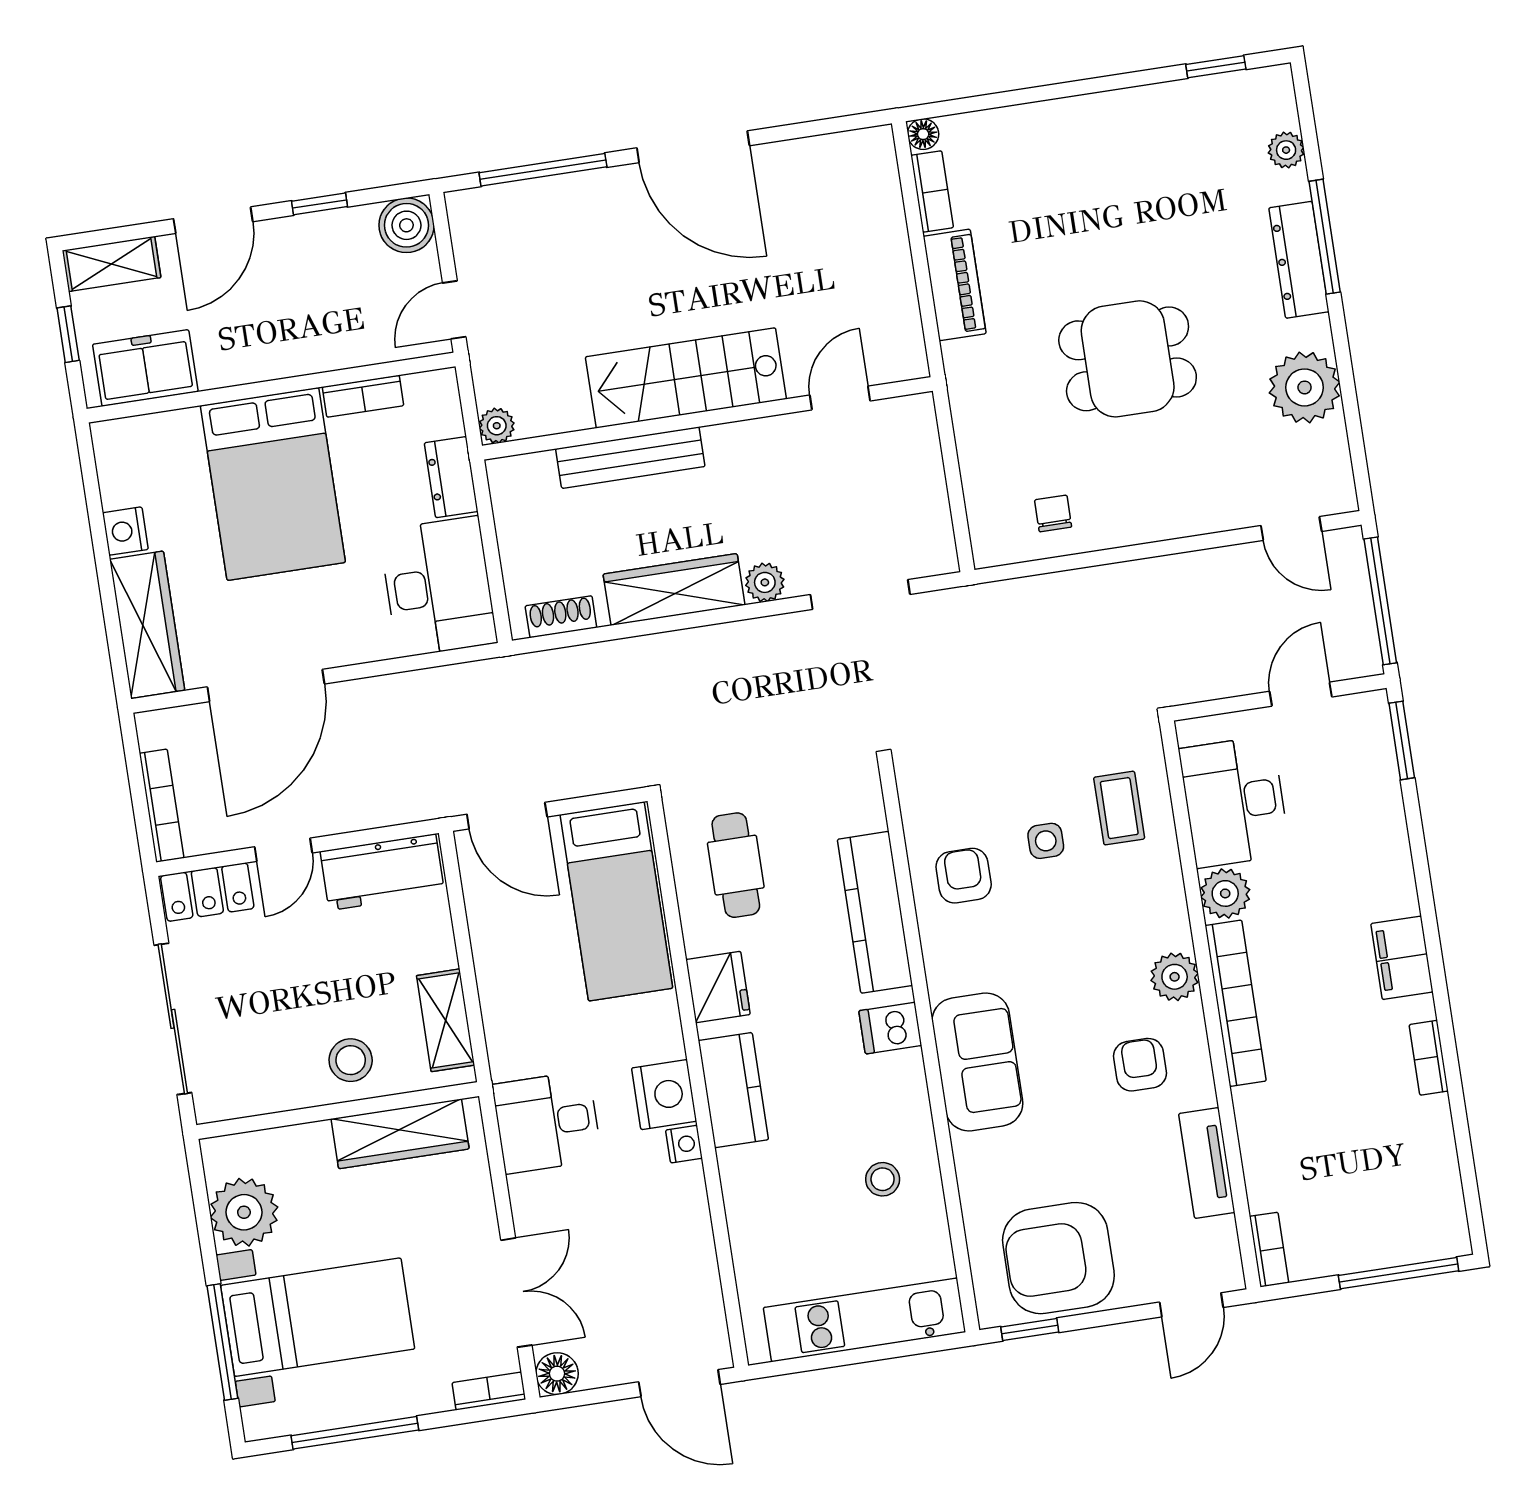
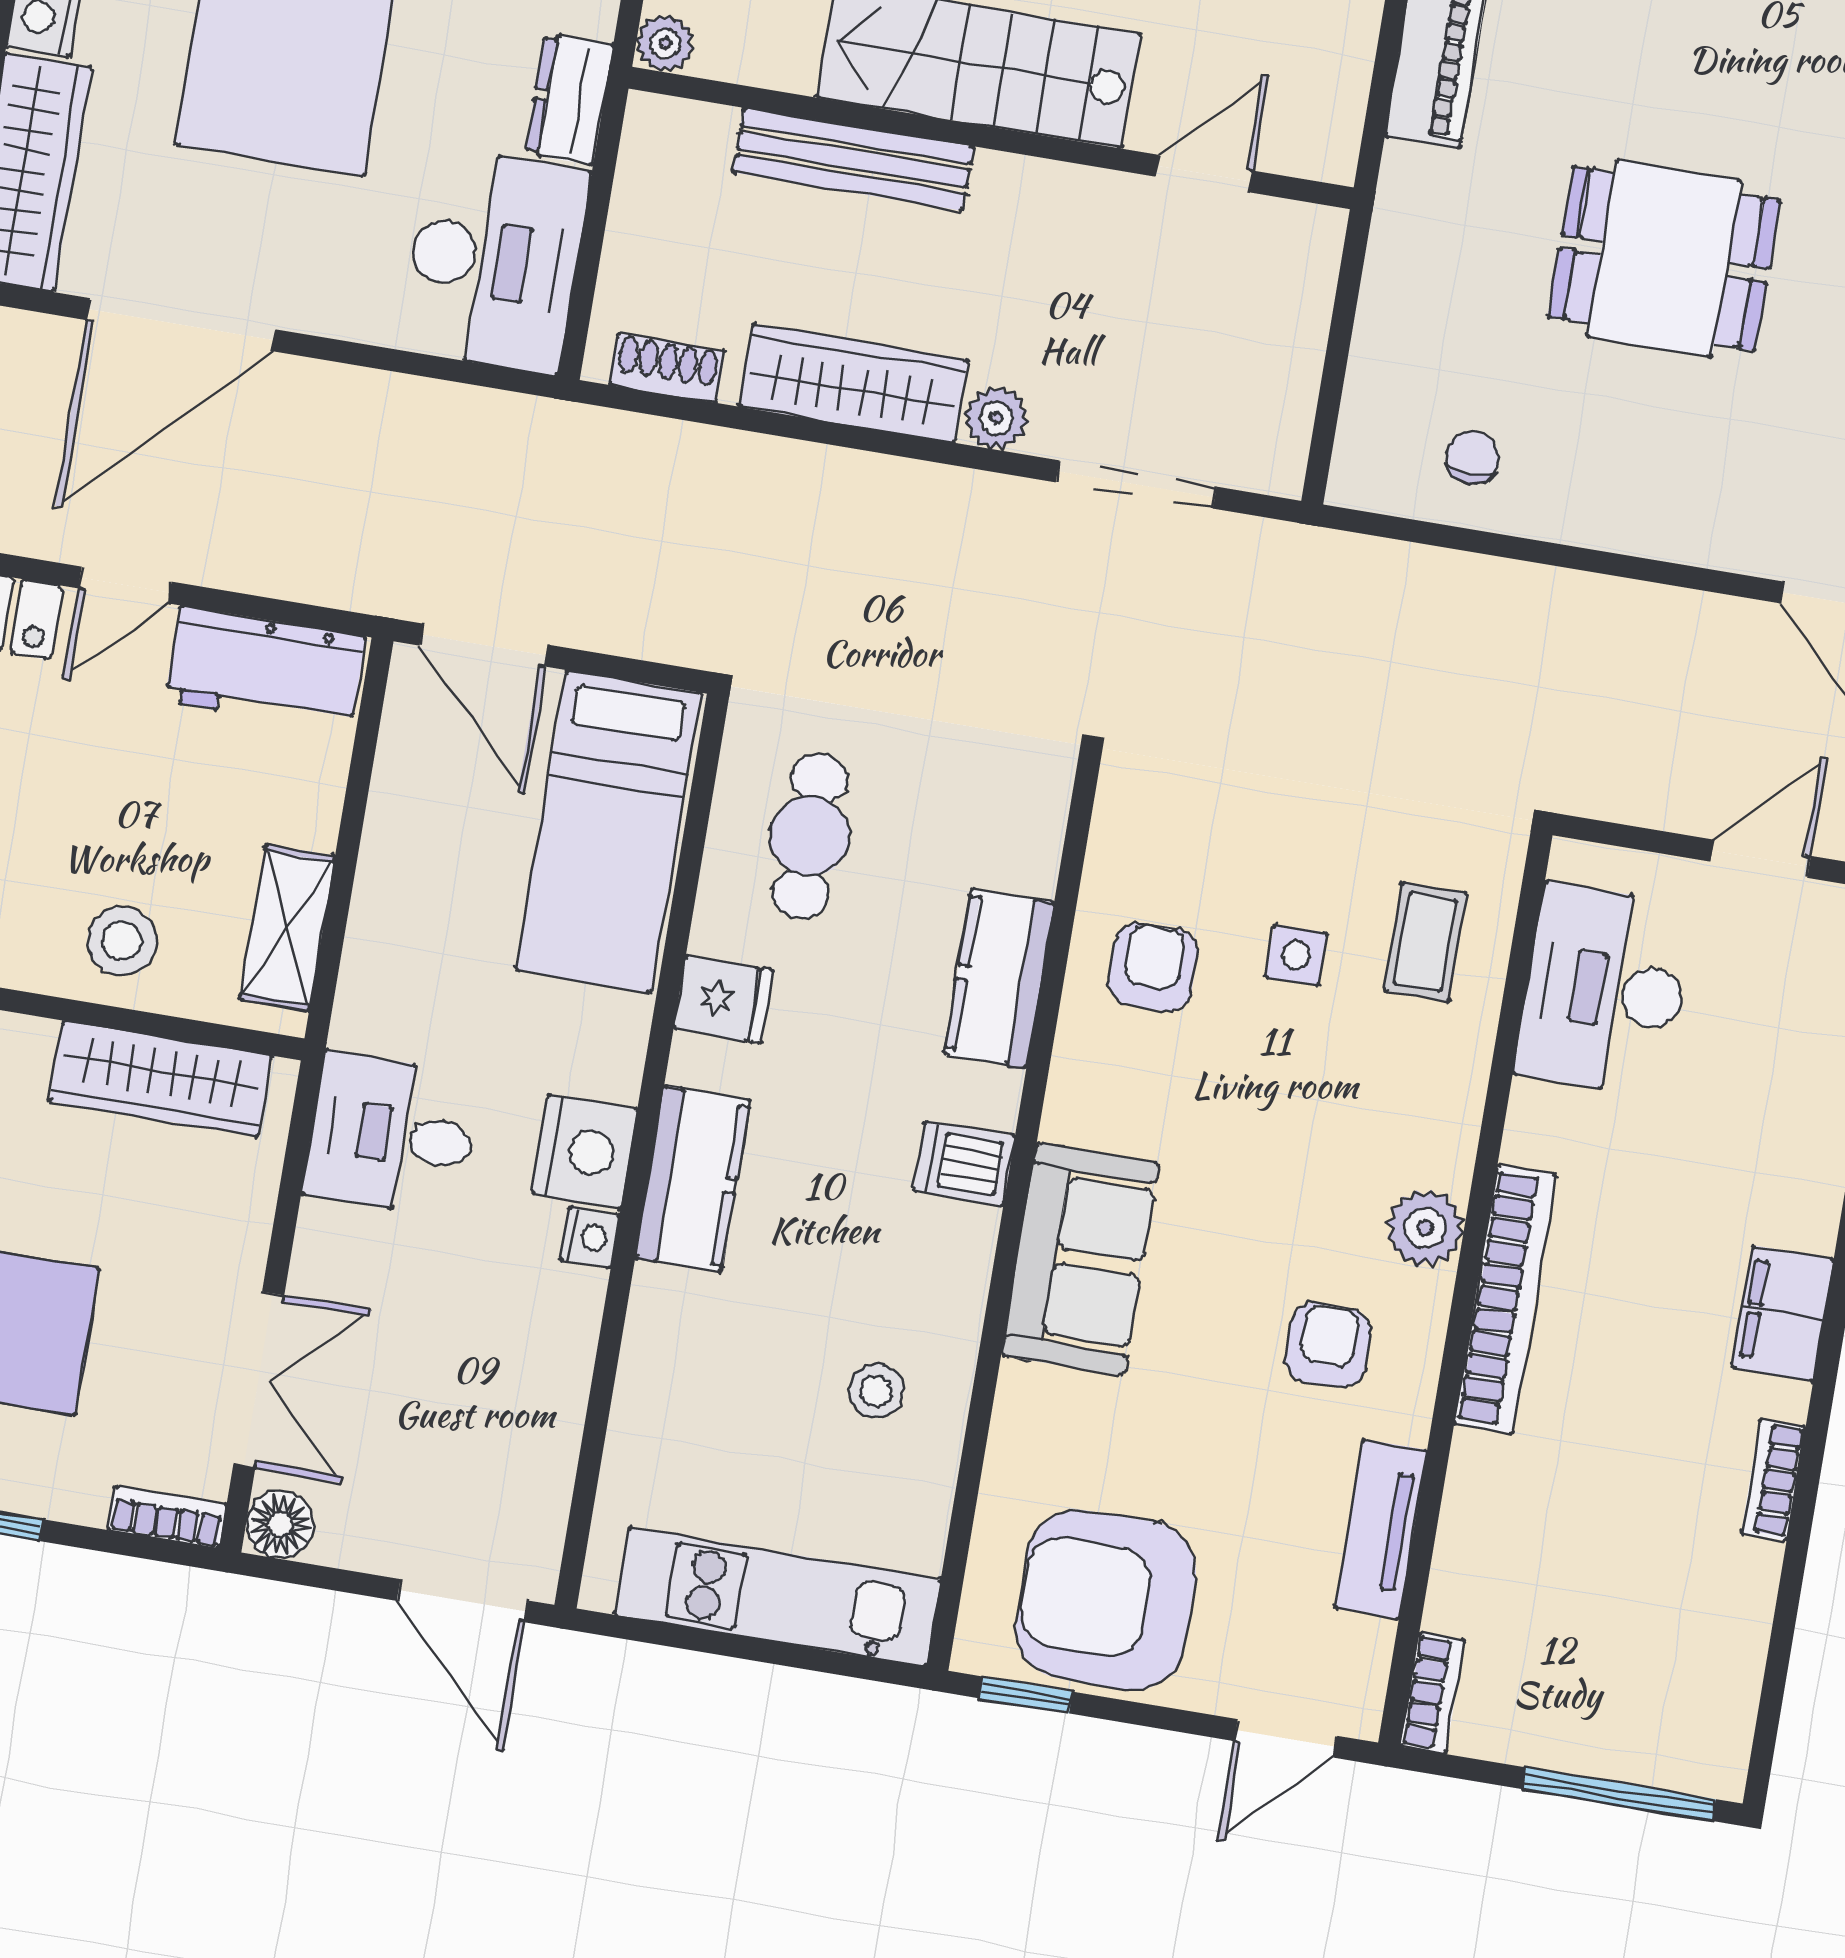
plant: (1225, 893) -> (1544, 1126), removed
kitchen counter: (875, 912) -> (999, 979), width x0.67
fridge: (718, 987) -> (724, 1000), width x0.72

